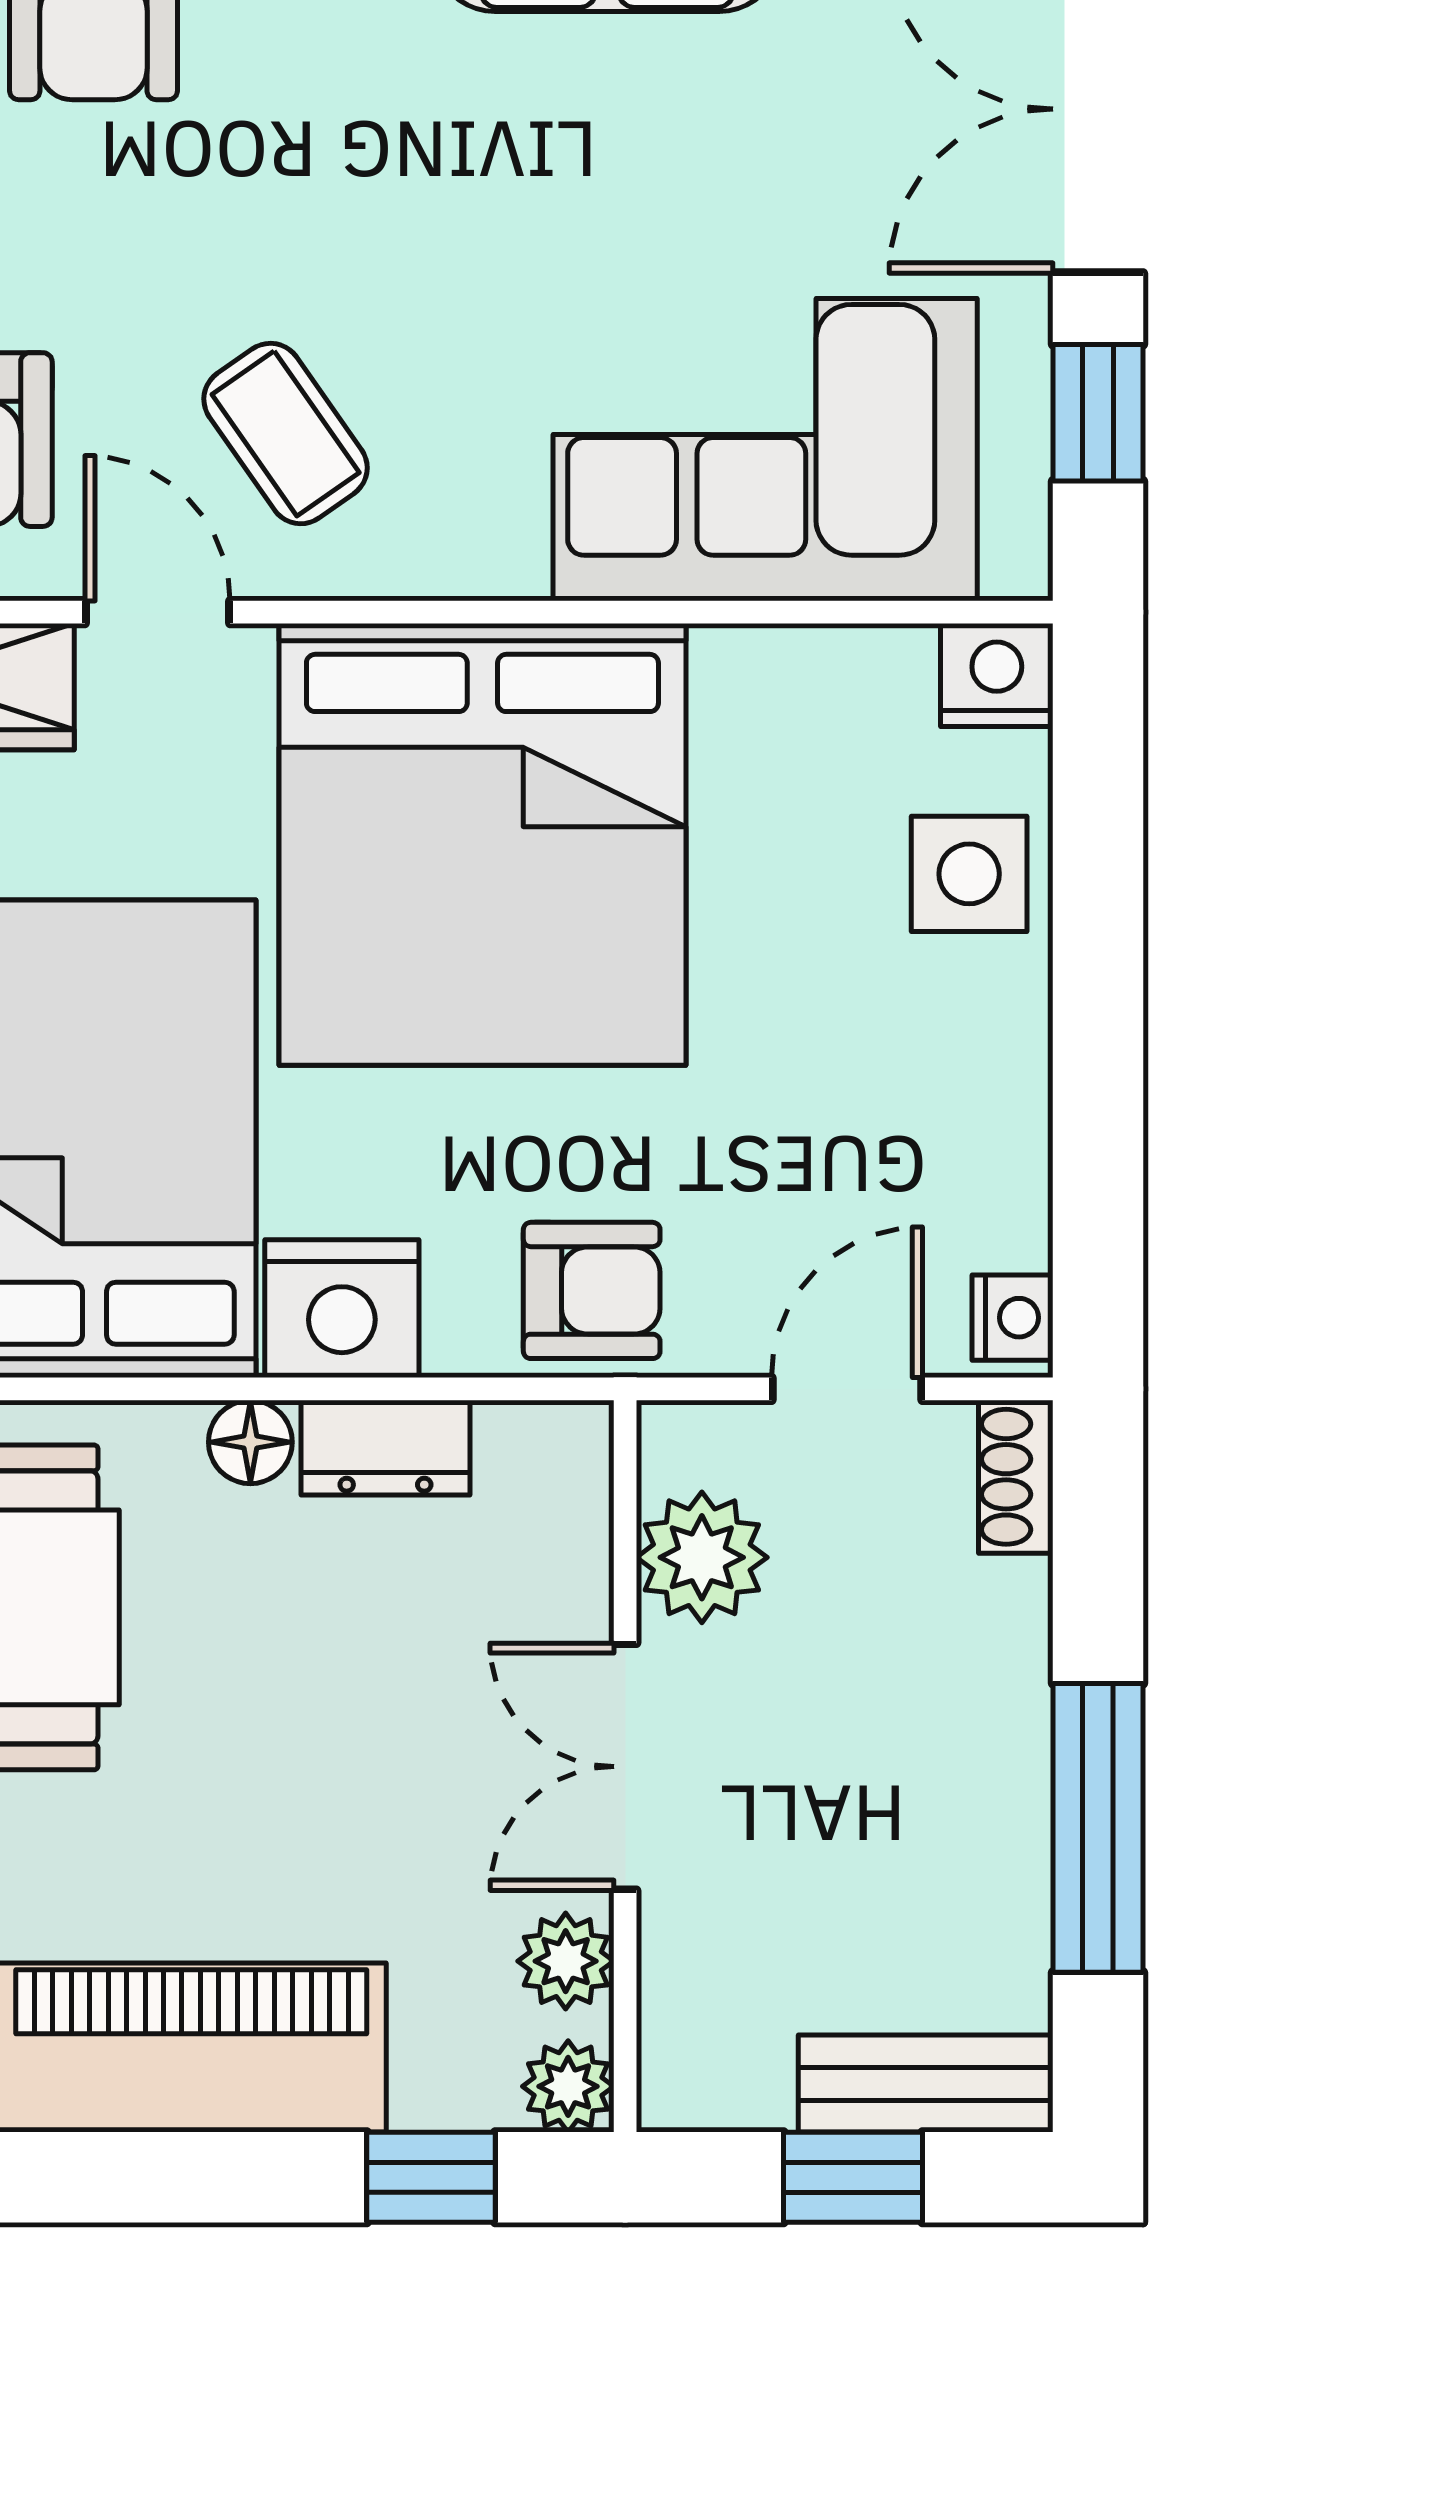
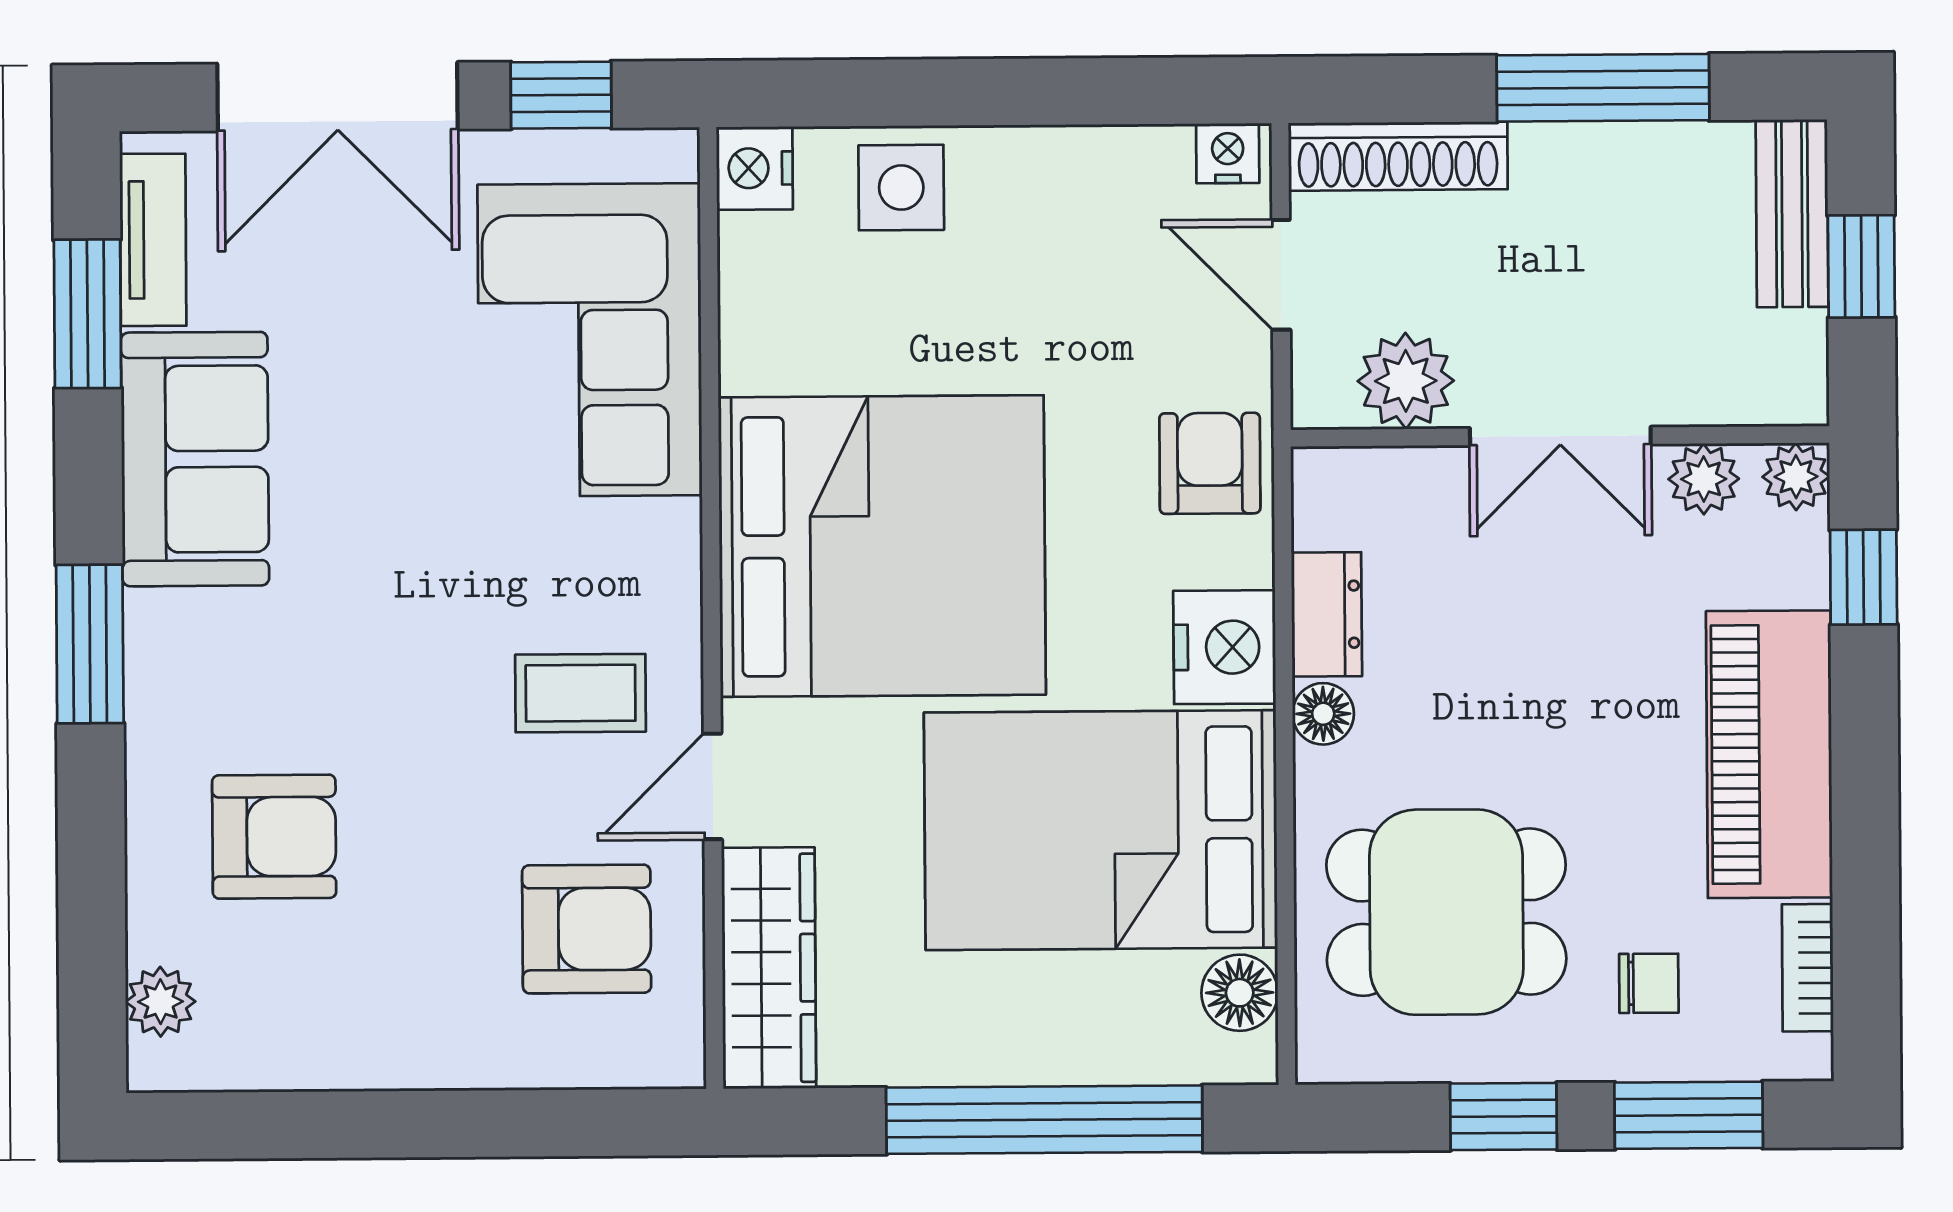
coffee table: (286, 434) -> (581, 693), turned 35
shoe rack: (1016, 1477) -> (1398, 156), width x1.94, depth x1.24

